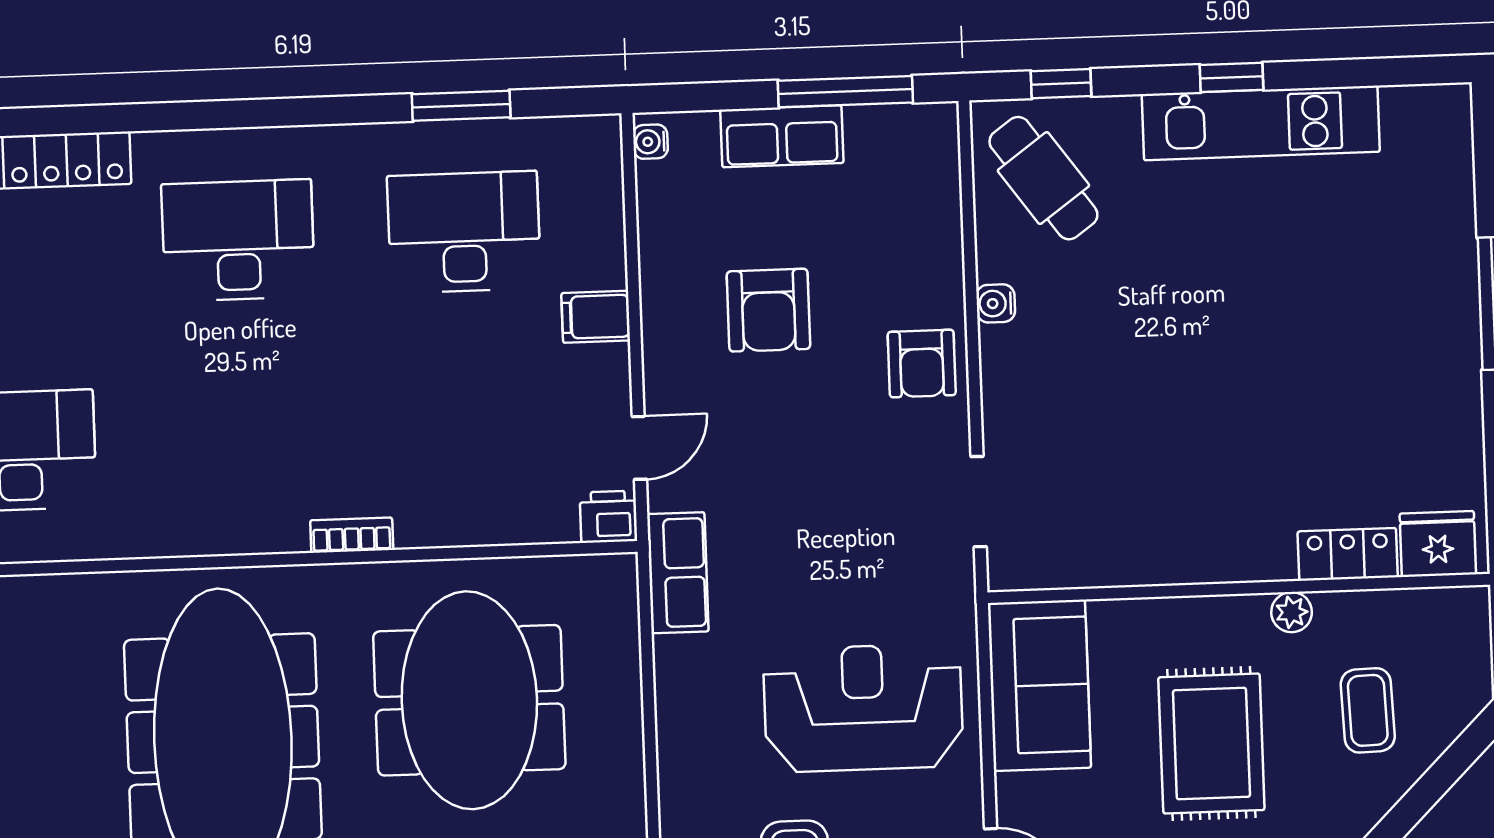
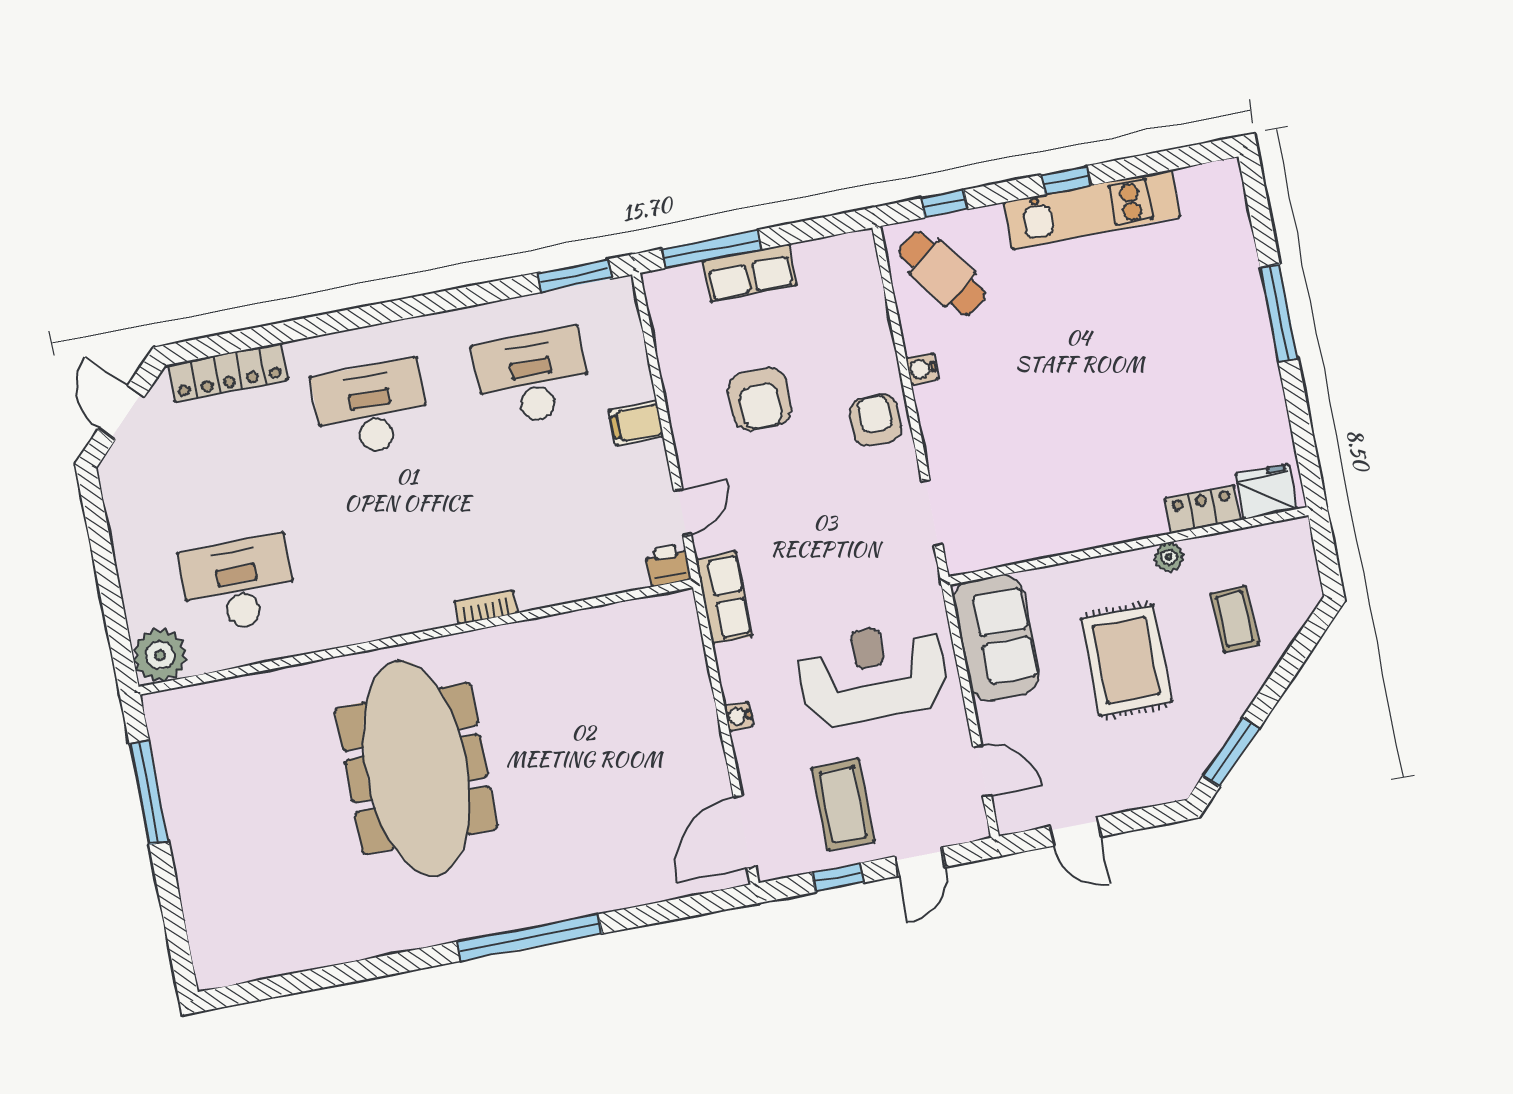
window: (845, 92) -> (711, 249), moved
window: (461, 106) -> (575, 276), moved
water cooler: (650, 142) -> (739, 716), moved
armchair: (922, 364) -> (876, 420), turned 180
meeting table: (469, 700) -> (589, 713), removed

